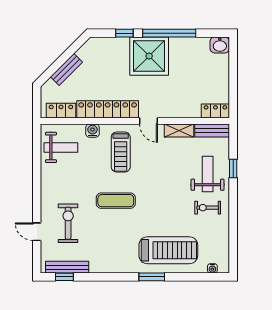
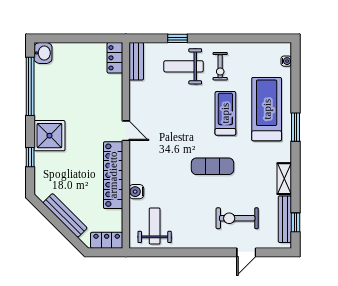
window: (169, 33) -> (30, 86), moved
shower: (149, 56) -> (49, 136), width x0.73, depth x0.73
bench: (66, 69) -> (65, 215), width x1.36
locker: (61, 111) -> (107, 240), moved, turned 90
door: (149, 121) -> (126, 131), hinge flipped
shelving: (179, 131) -> (284, 179), moved
treadmill: (121, 152) -> (225, 113), moved, turned -90
exercise mat: (116, 201) -> (213, 166), turned 90

